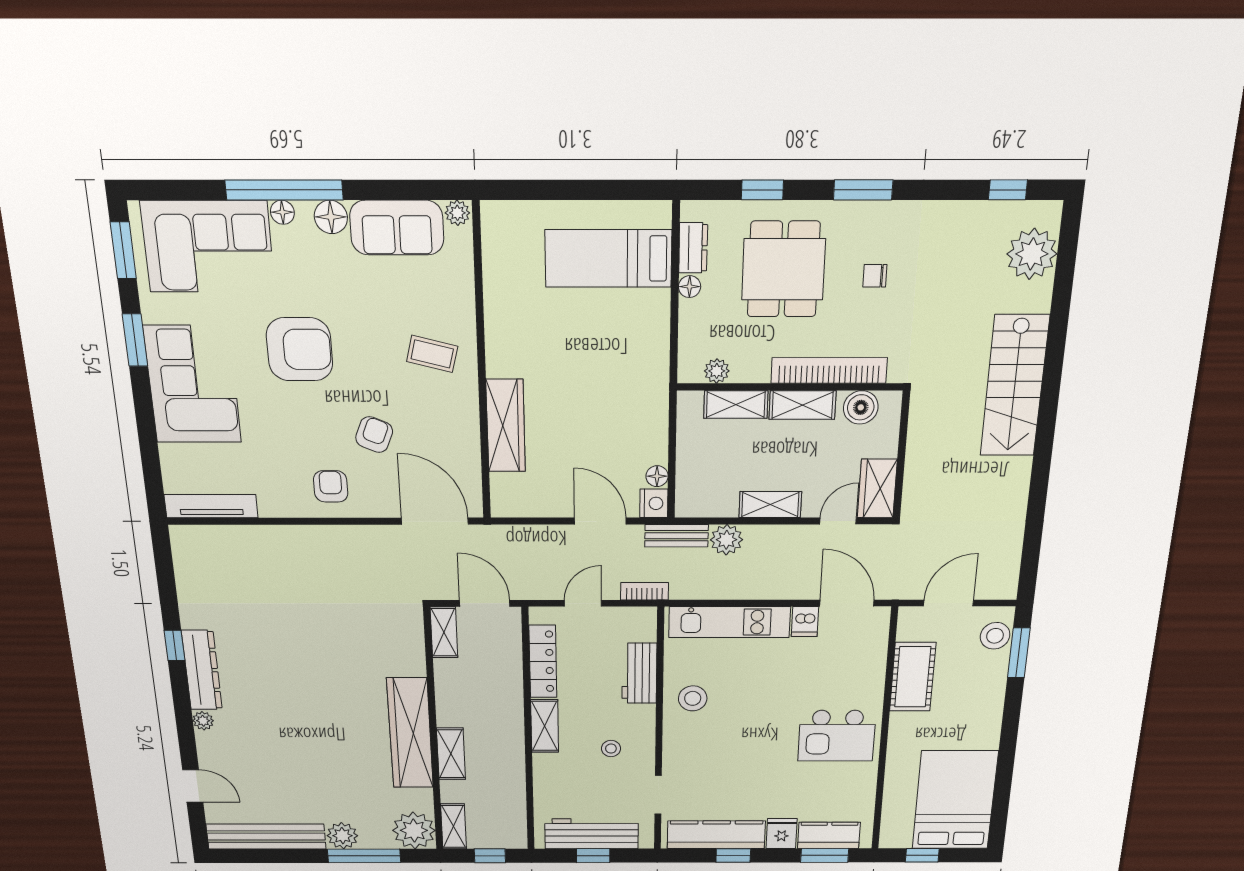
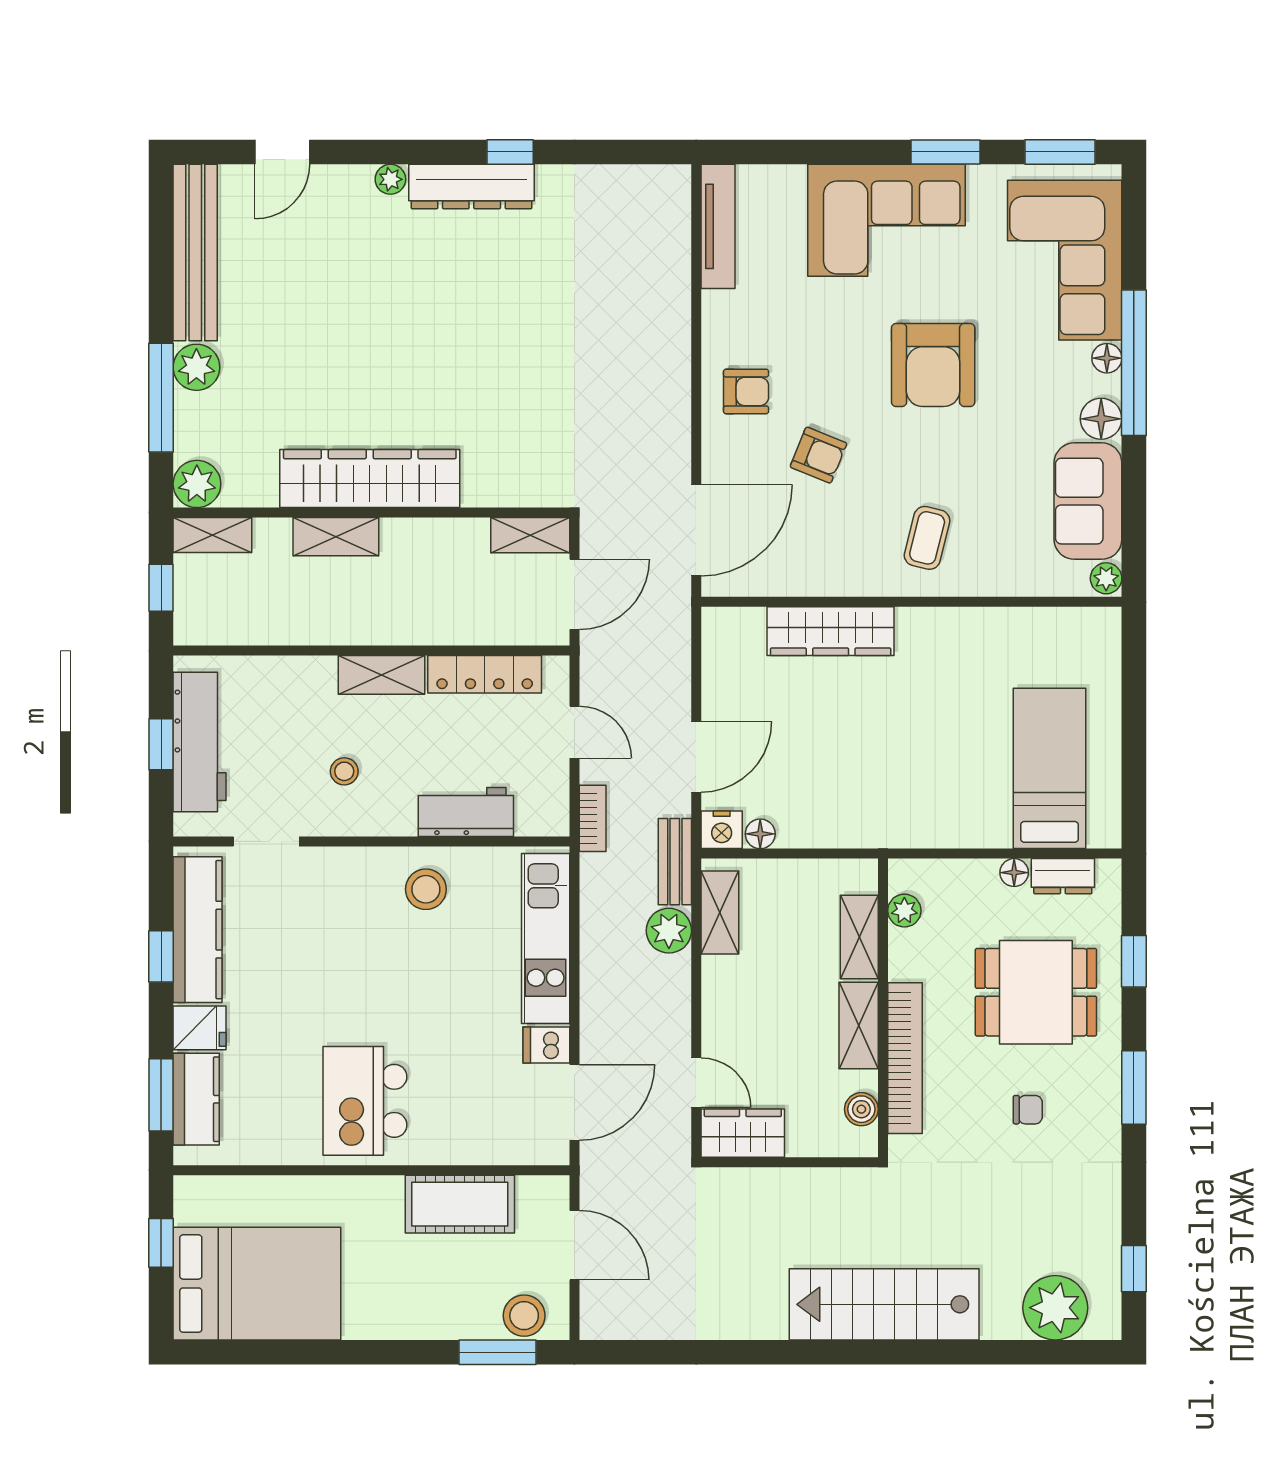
chair: (875, 276) -> (1028, 1110), turned 90
boiler: (861, 407) -> (861, 1109), width x0.73, depth x0.73
shelving: (770, 505) -> (720, 913), moved
plant: (414, 830) -> (197, 484), width x0.73, depth x0.73

